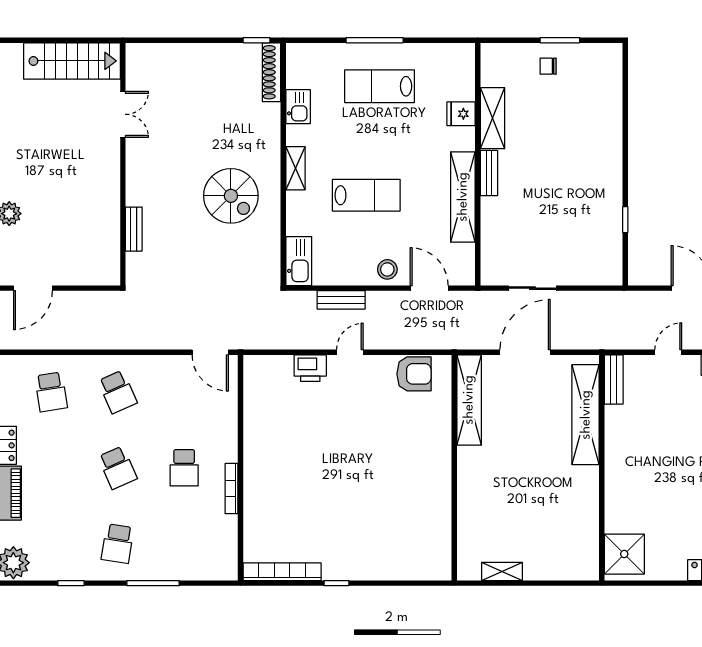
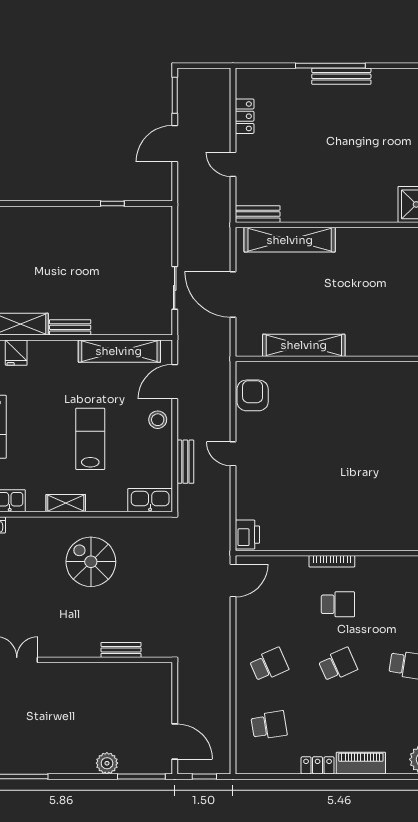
spiral stairs: (231, 196) -> (91, 562), turned -90
shelving: (463, 197) -> (119, 351), moved
printer: (310, 368) -> (247, 535), moved
shelving: (469, 400) -> (304, 345), moved
bookcase: (231, 489) -> (332, 561), moved

